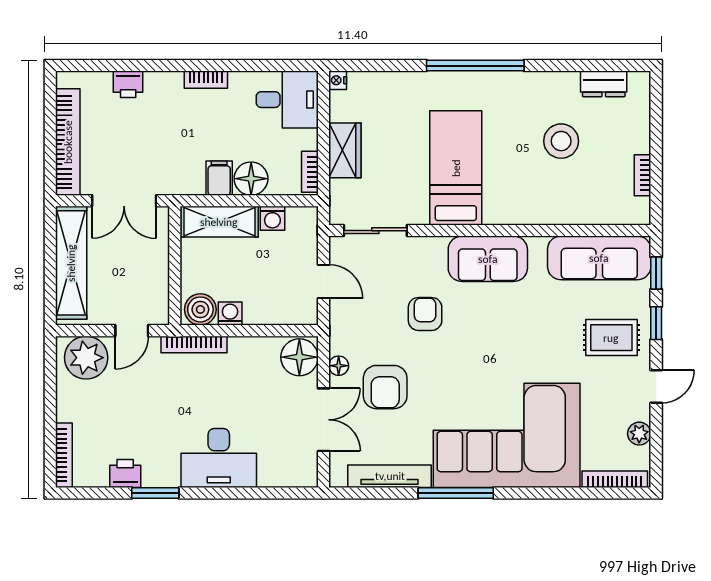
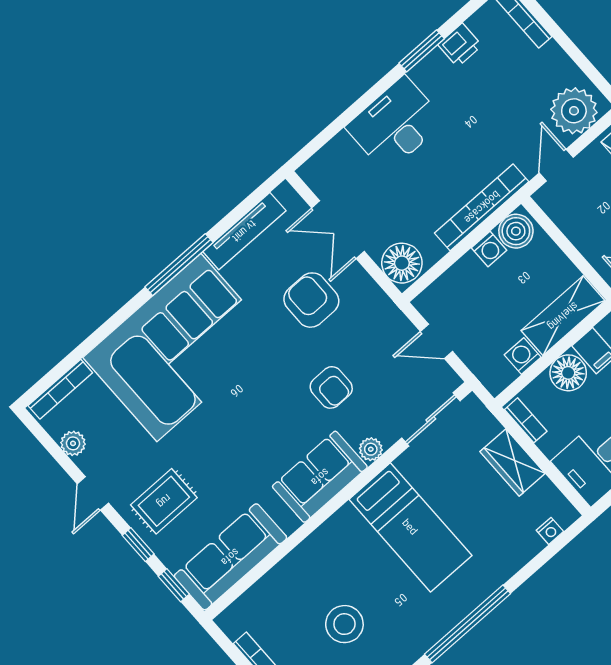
nightstand: (338, 80) -> (550, 531), moved, turned 90
plant: (435, 247) -> (371, 449), added
bookcase: (194, 344) -> (482, 207), width x1.48, depth x1.31
floor lamp: (339, 366) -> (364, 284), removed

